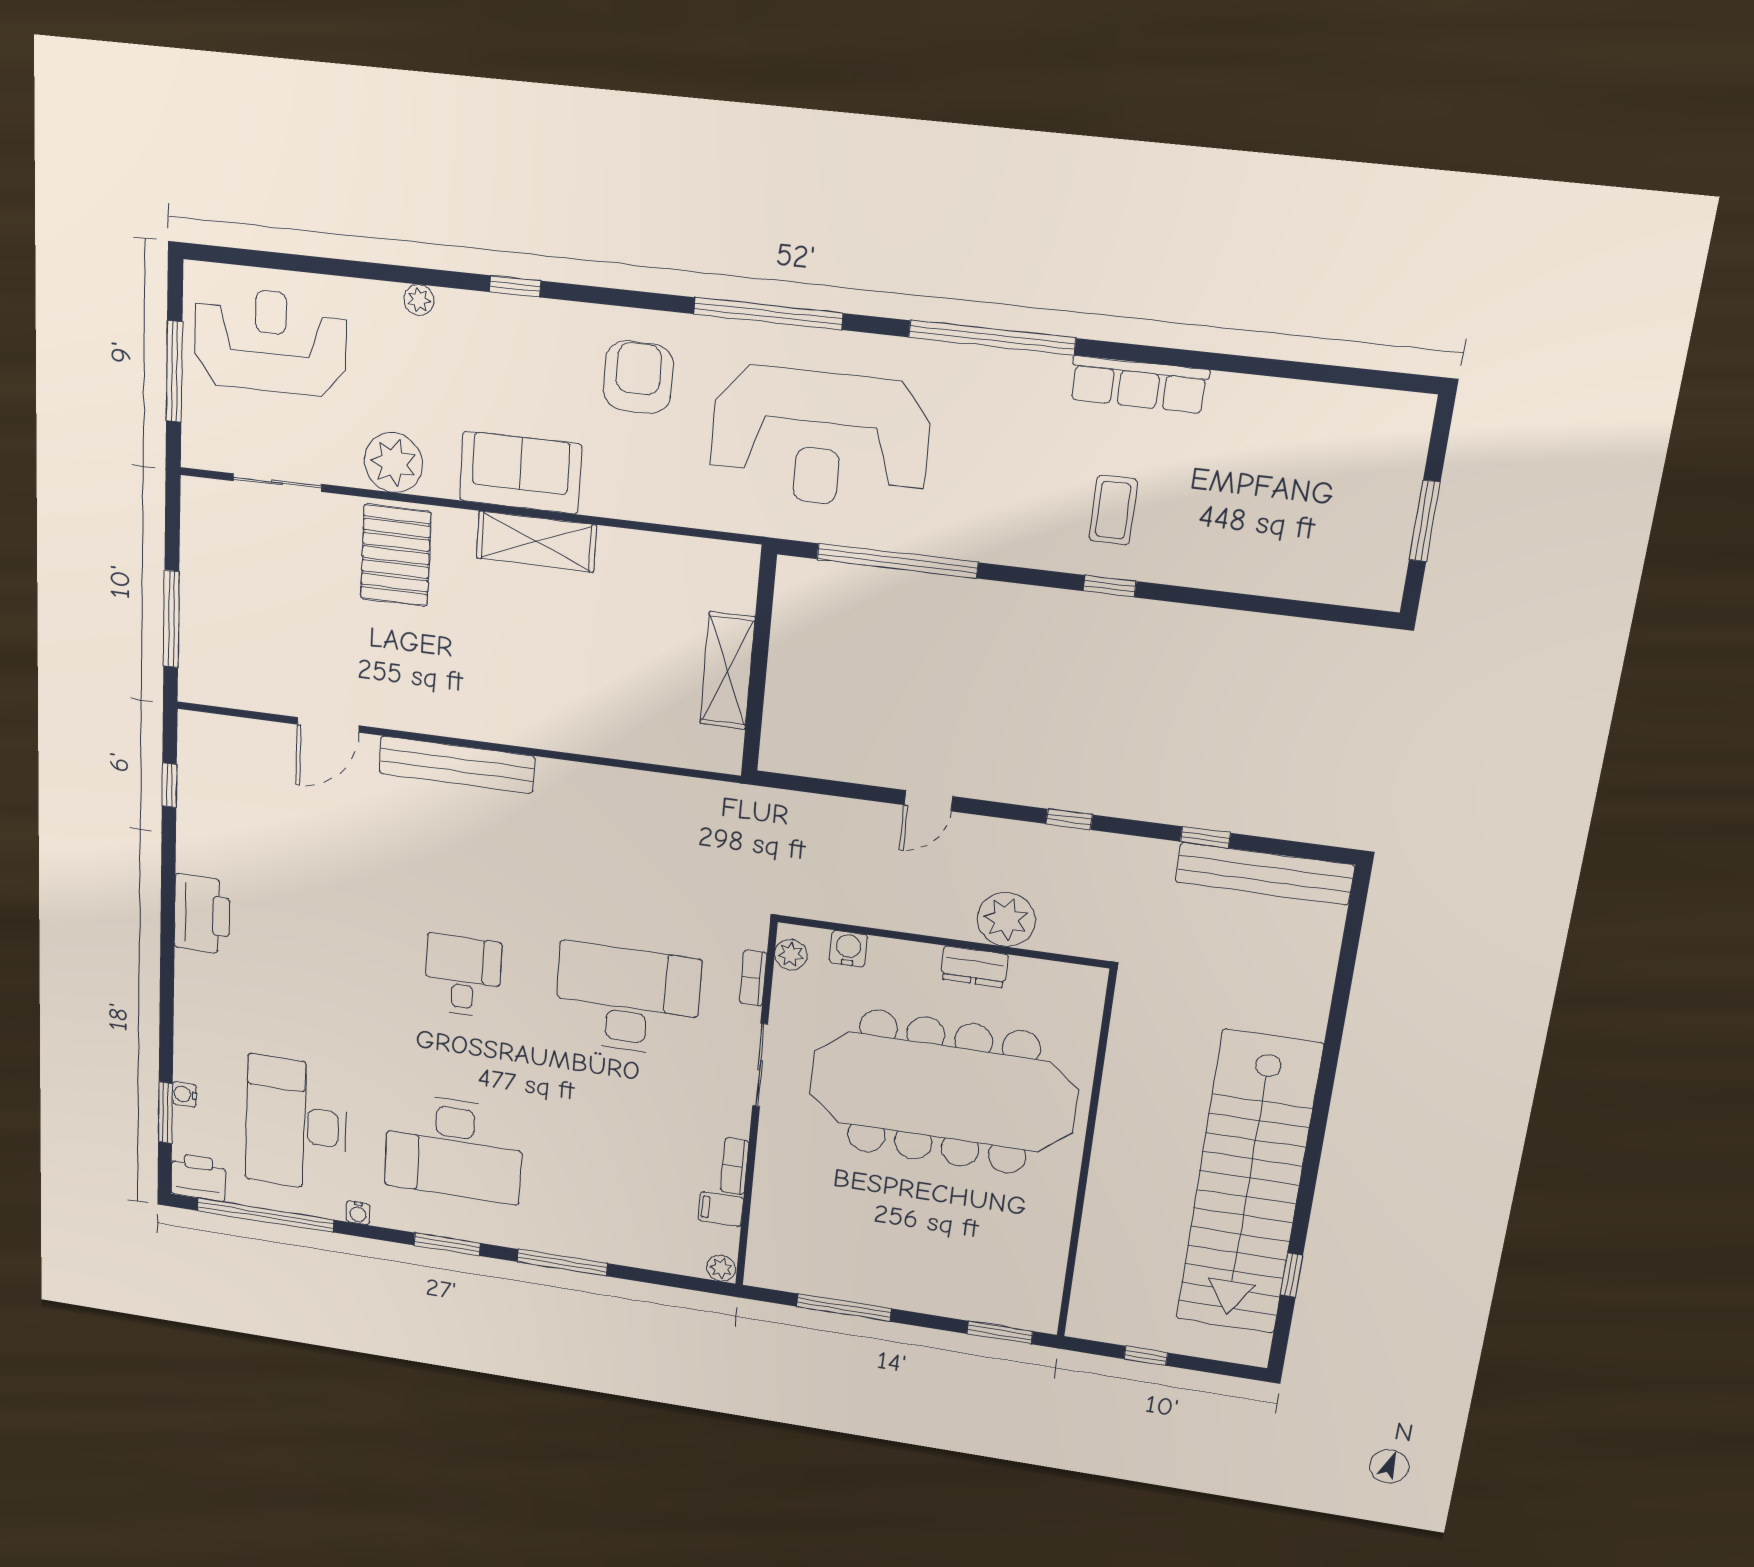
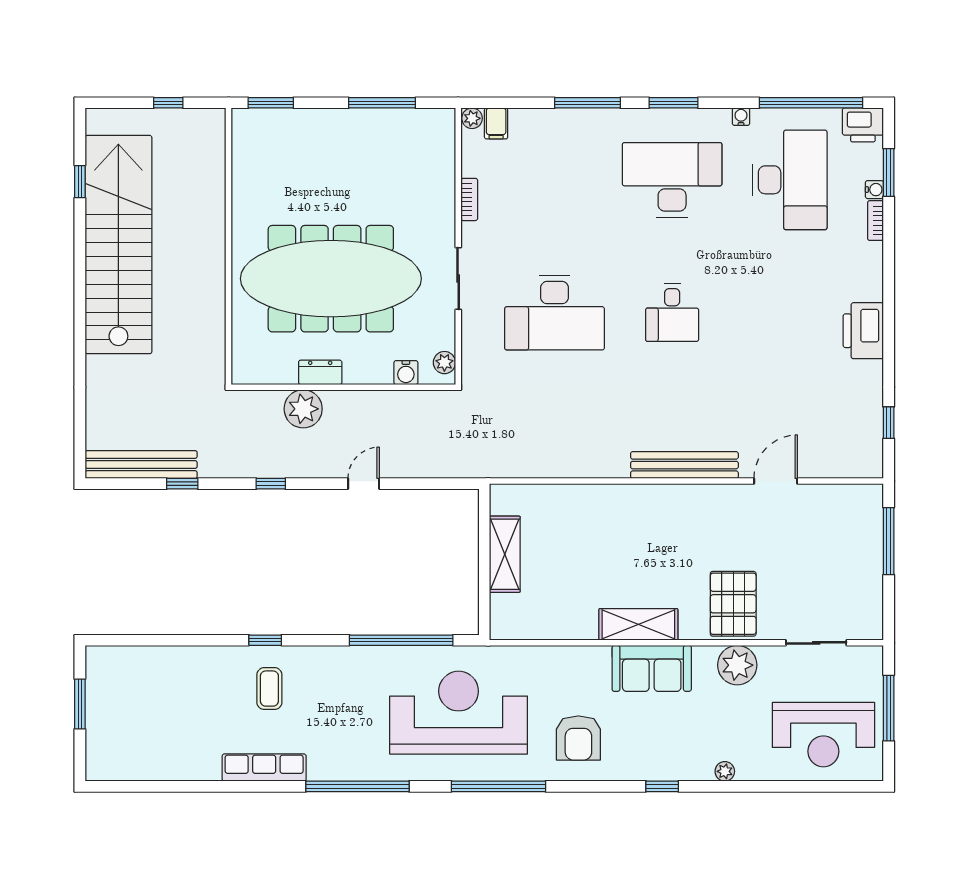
bookcase: (753, 978) -> (875, 221), moved, turned 180
filing cabinet: (721, 1209) -> (496, 123), moved, turned 90

